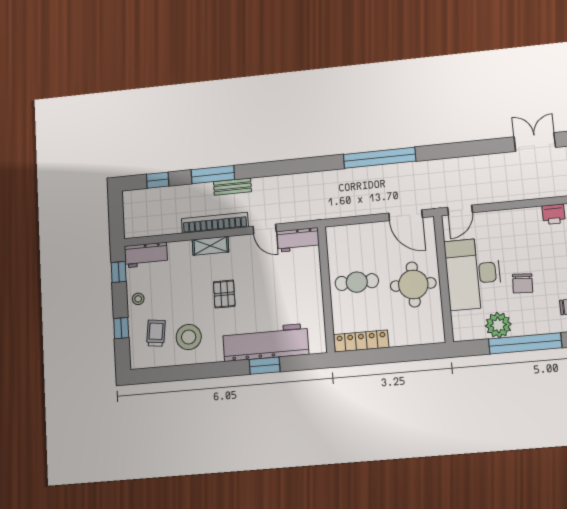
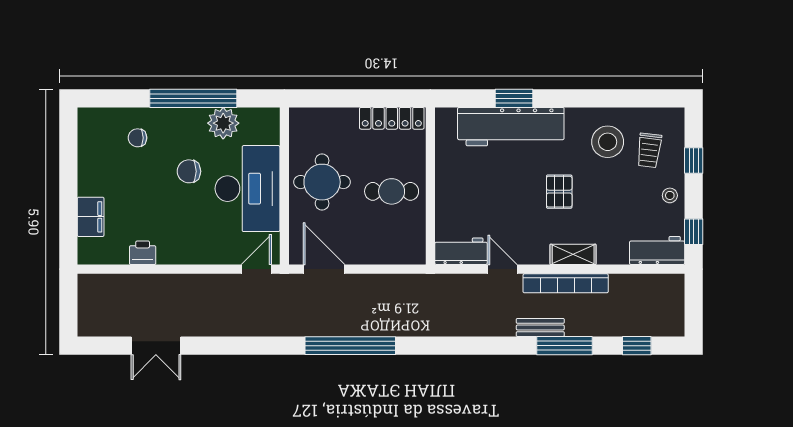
chair: (523, 283) -> (189, 171), turned -93

